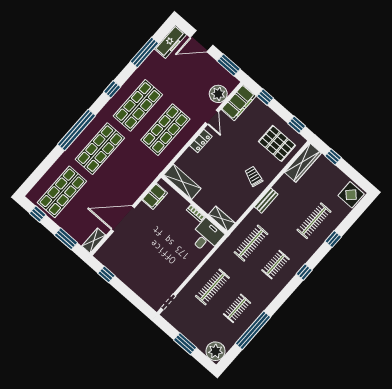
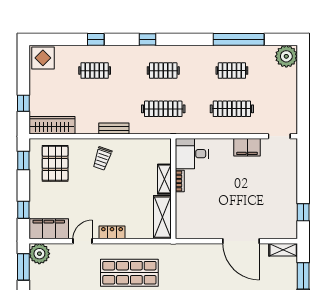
plant: (218, 94) -> (39, 254), moved
filing cabinet: (155, 196) -> (247, 147), moved, turned 180
shelving: (222, 219) -> (164, 179), moved
clothes rail: (314, 221) -> (95, 71), width x0.73
window: (185, 344) -> (303, 89), removed

